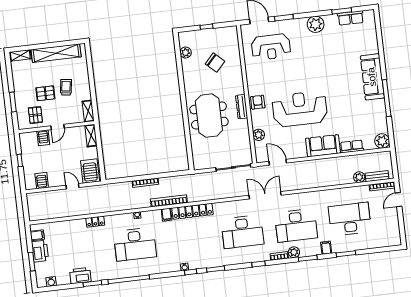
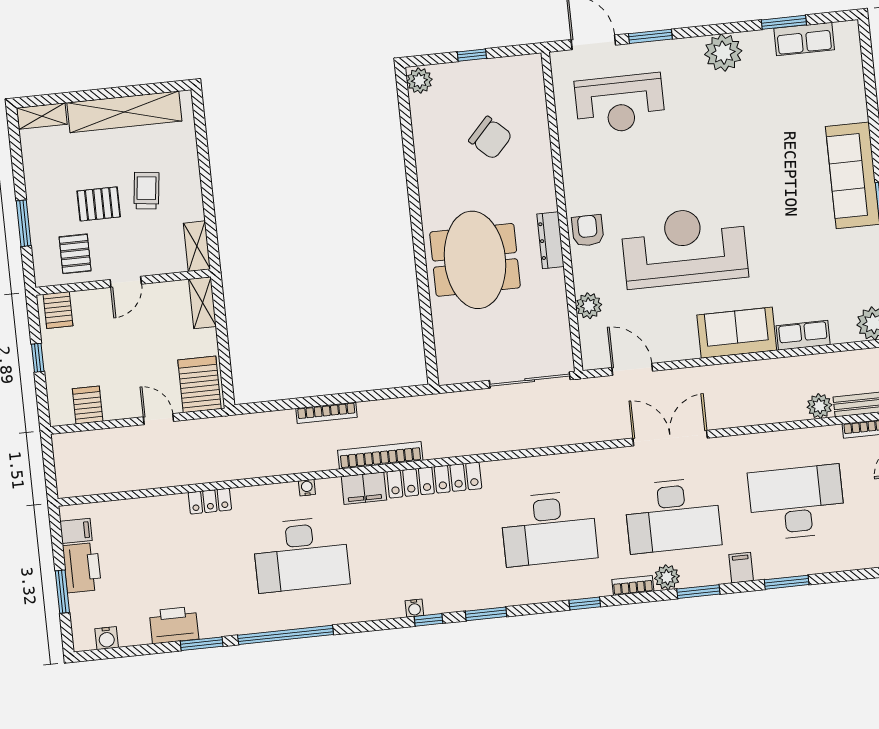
plant: (186, 53) -> (419, 81), moved
server rack: (43, 138) -> (58, 310), moved
double door: (265, 195) -> (670, 438), moved
filing cabinet: (167, 215) -> (364, 488), width x2.00

